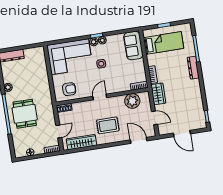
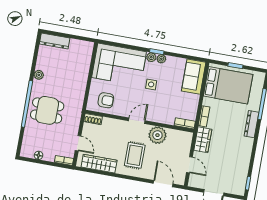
bed: (164, 43) -> (228, 85), width x1.50
plant: (132, 101) -> (157, 135), moved
dining table: (25, 114) -> (47, 110), turned 90
rug: (108, 125) -> (135, 155), turned 90
door: (59, 131) -> (78, 143), hinge flipped

